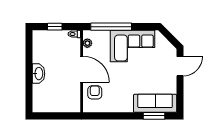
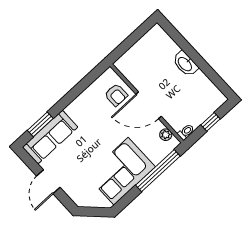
door: (180, 66) -> (48, 182), moved

